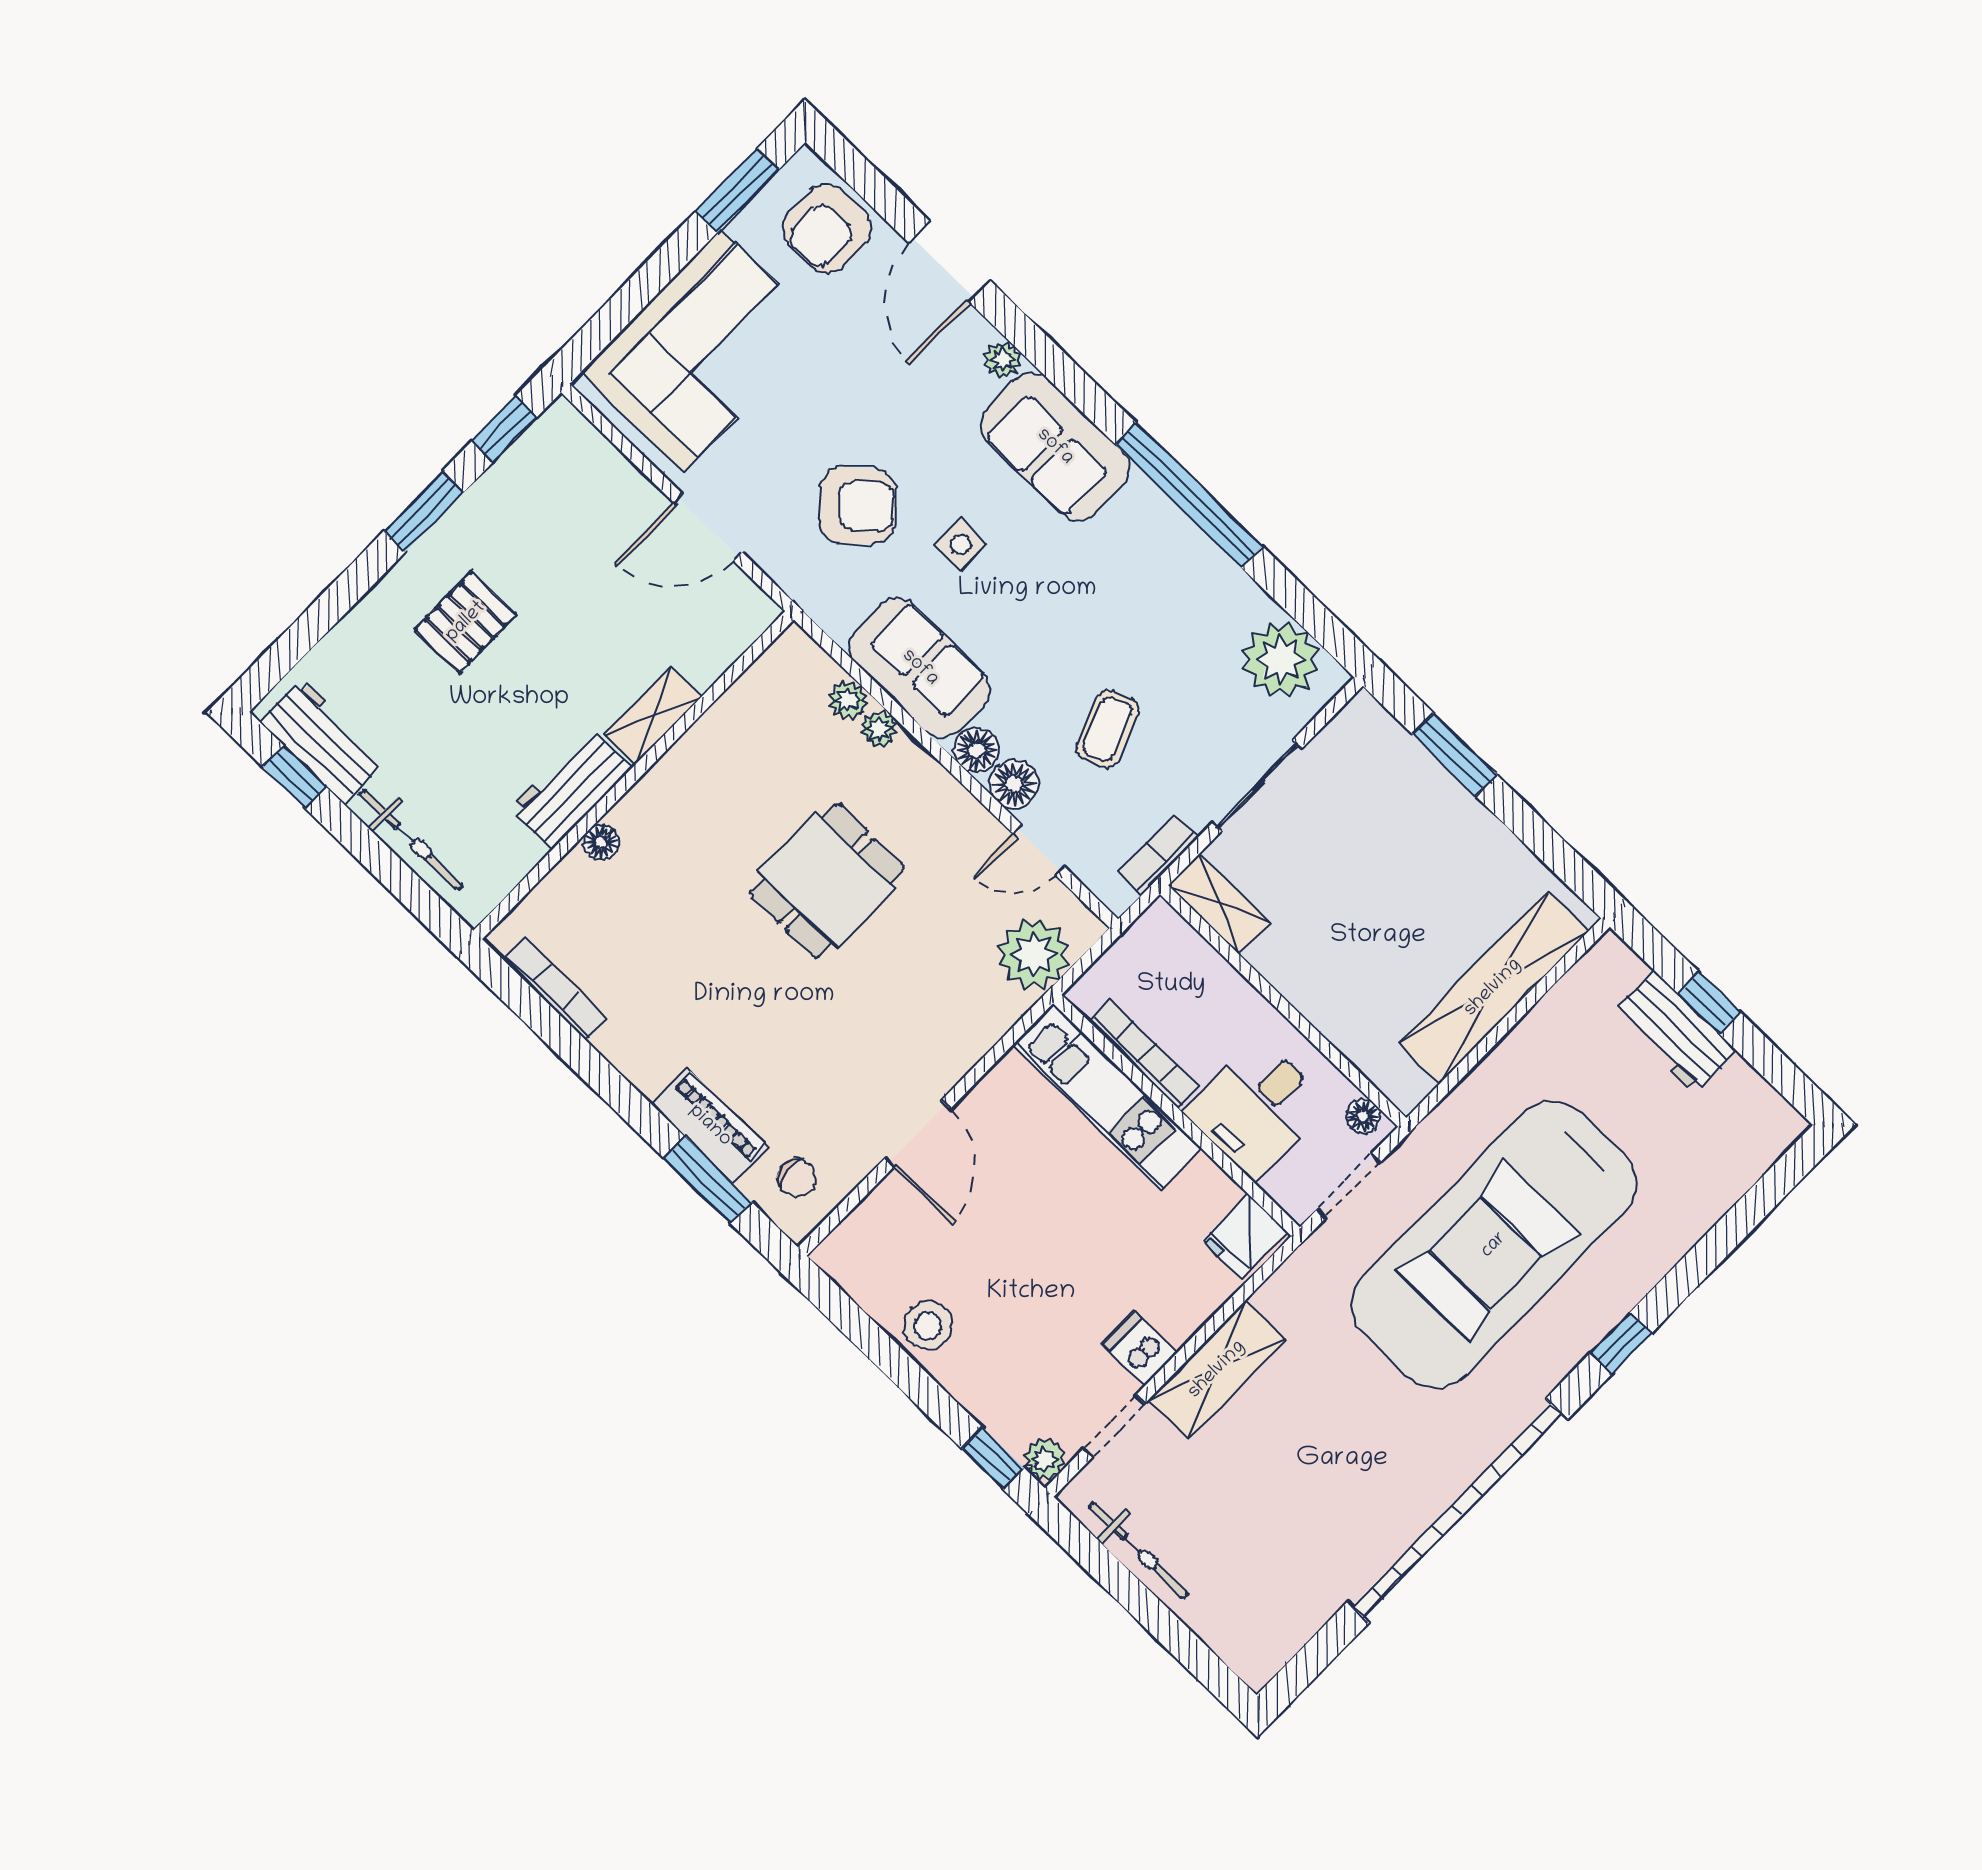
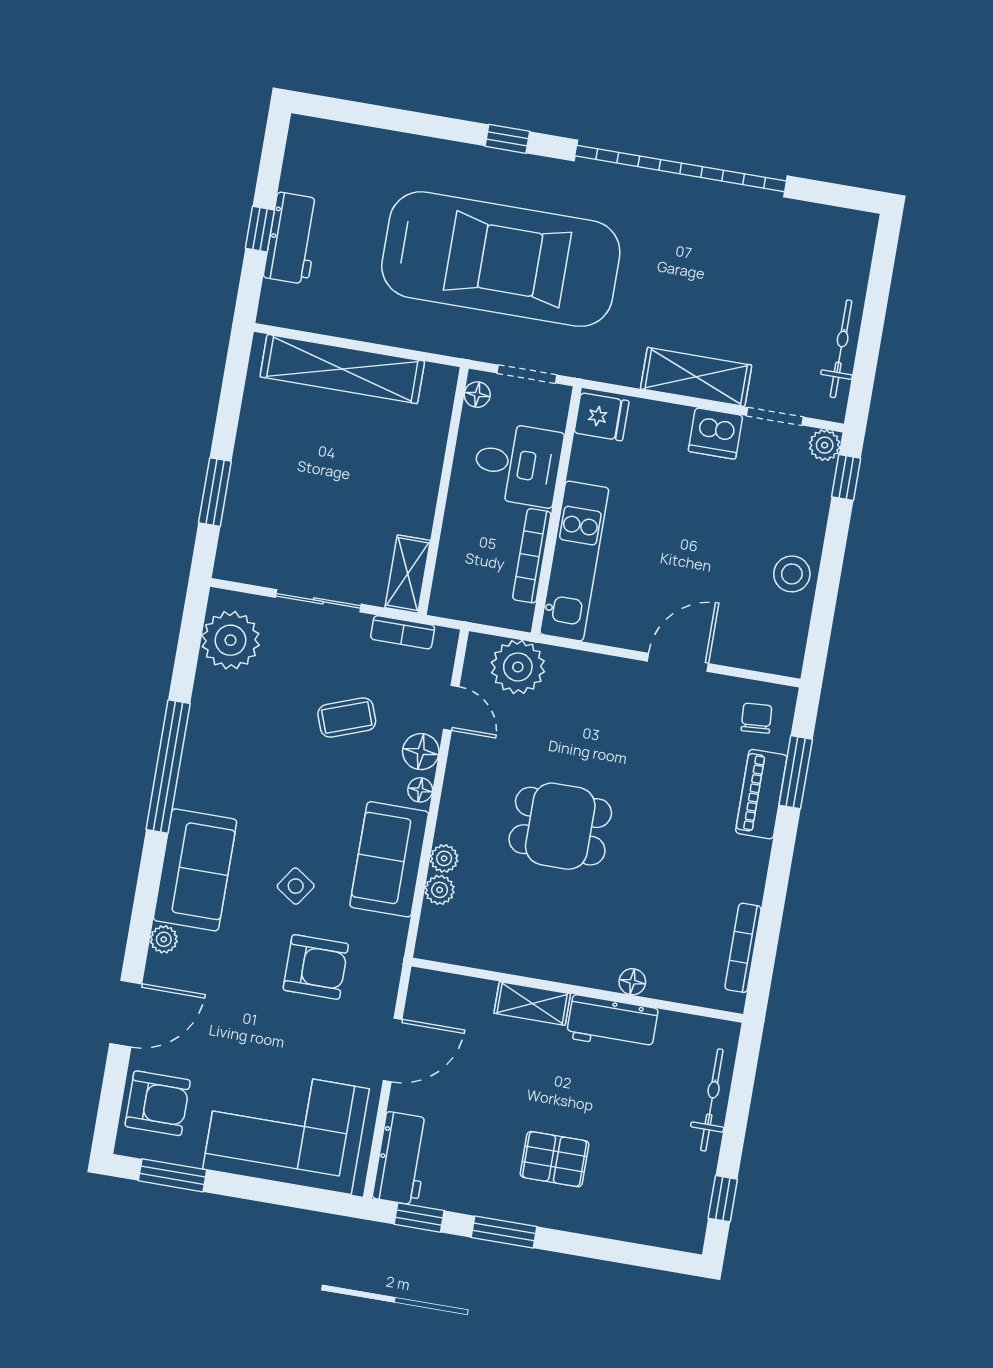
armchair: (857, 506) -> (316, 967), turned 131
door: (708, 527) -> (393, 1050), hinge flipped
side table: (961, 545) -> (296, 886), turned 34
workbench: (323, 741) -> (402, 1158), moved, turned 180
floor lamp: (977, 750) -> (420, 790), width x0.73, depth x0.73
dishwasher: (1140, 1348) -> (716, 433), width x1.38

